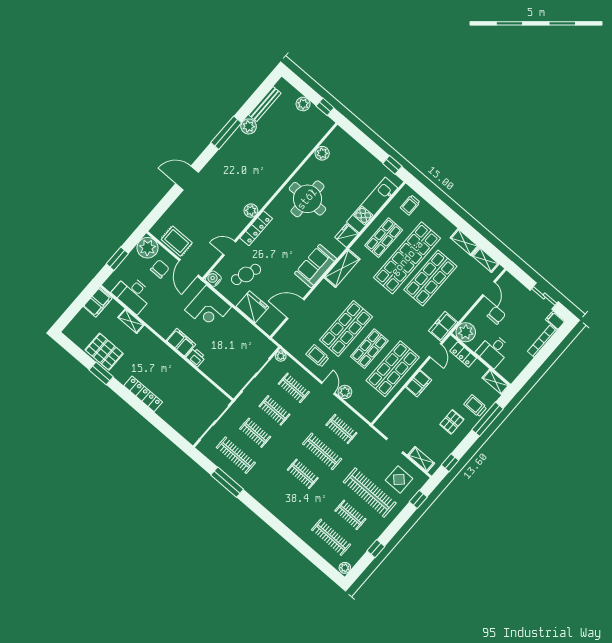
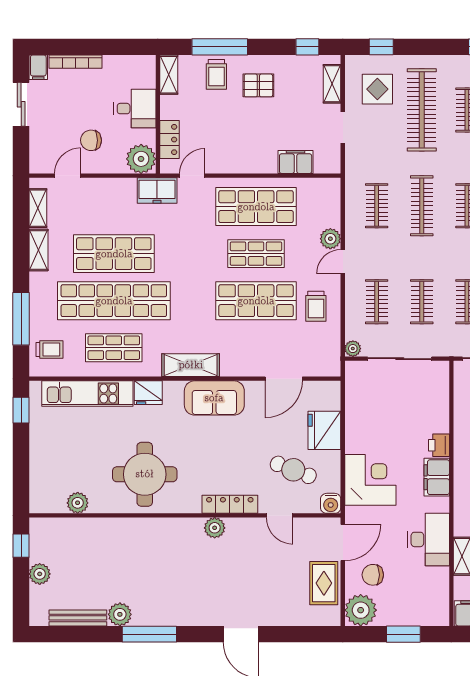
window: (438, 204) -> (21, 319), added
desk: (133, 294) -> (429, 539), moved
door: (295, 309) -> (284, 379), hinge flipped
filing cabinet: (419, 383) -> (296, 162), moved

